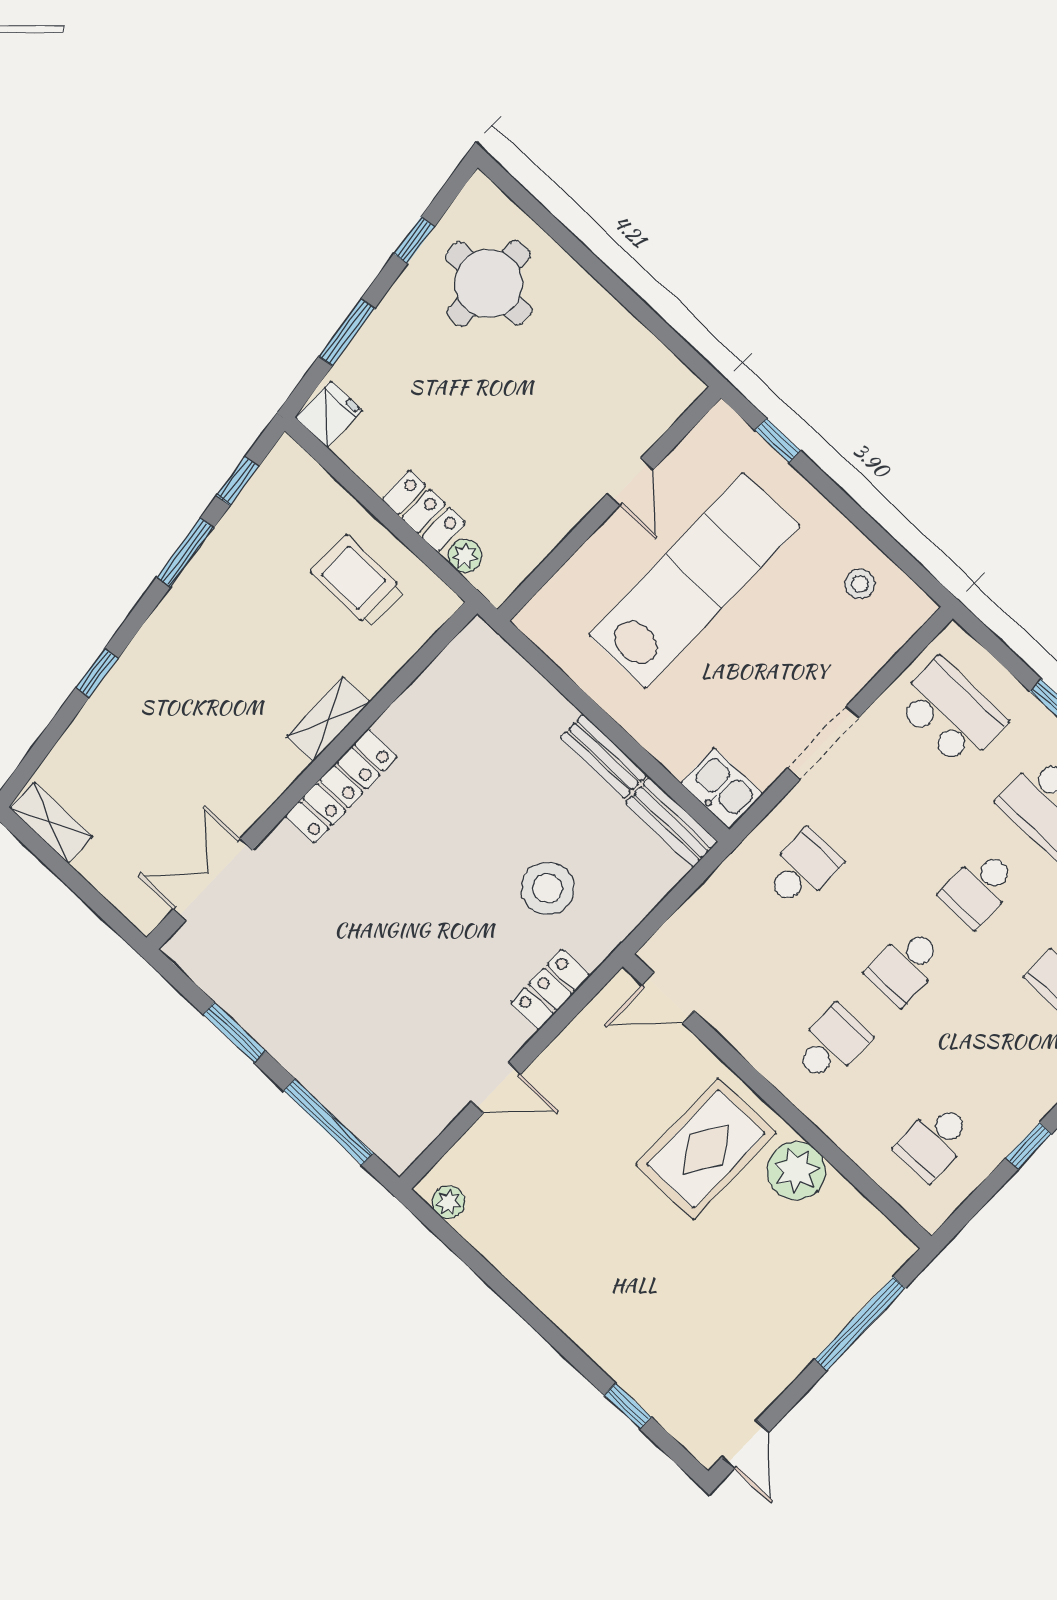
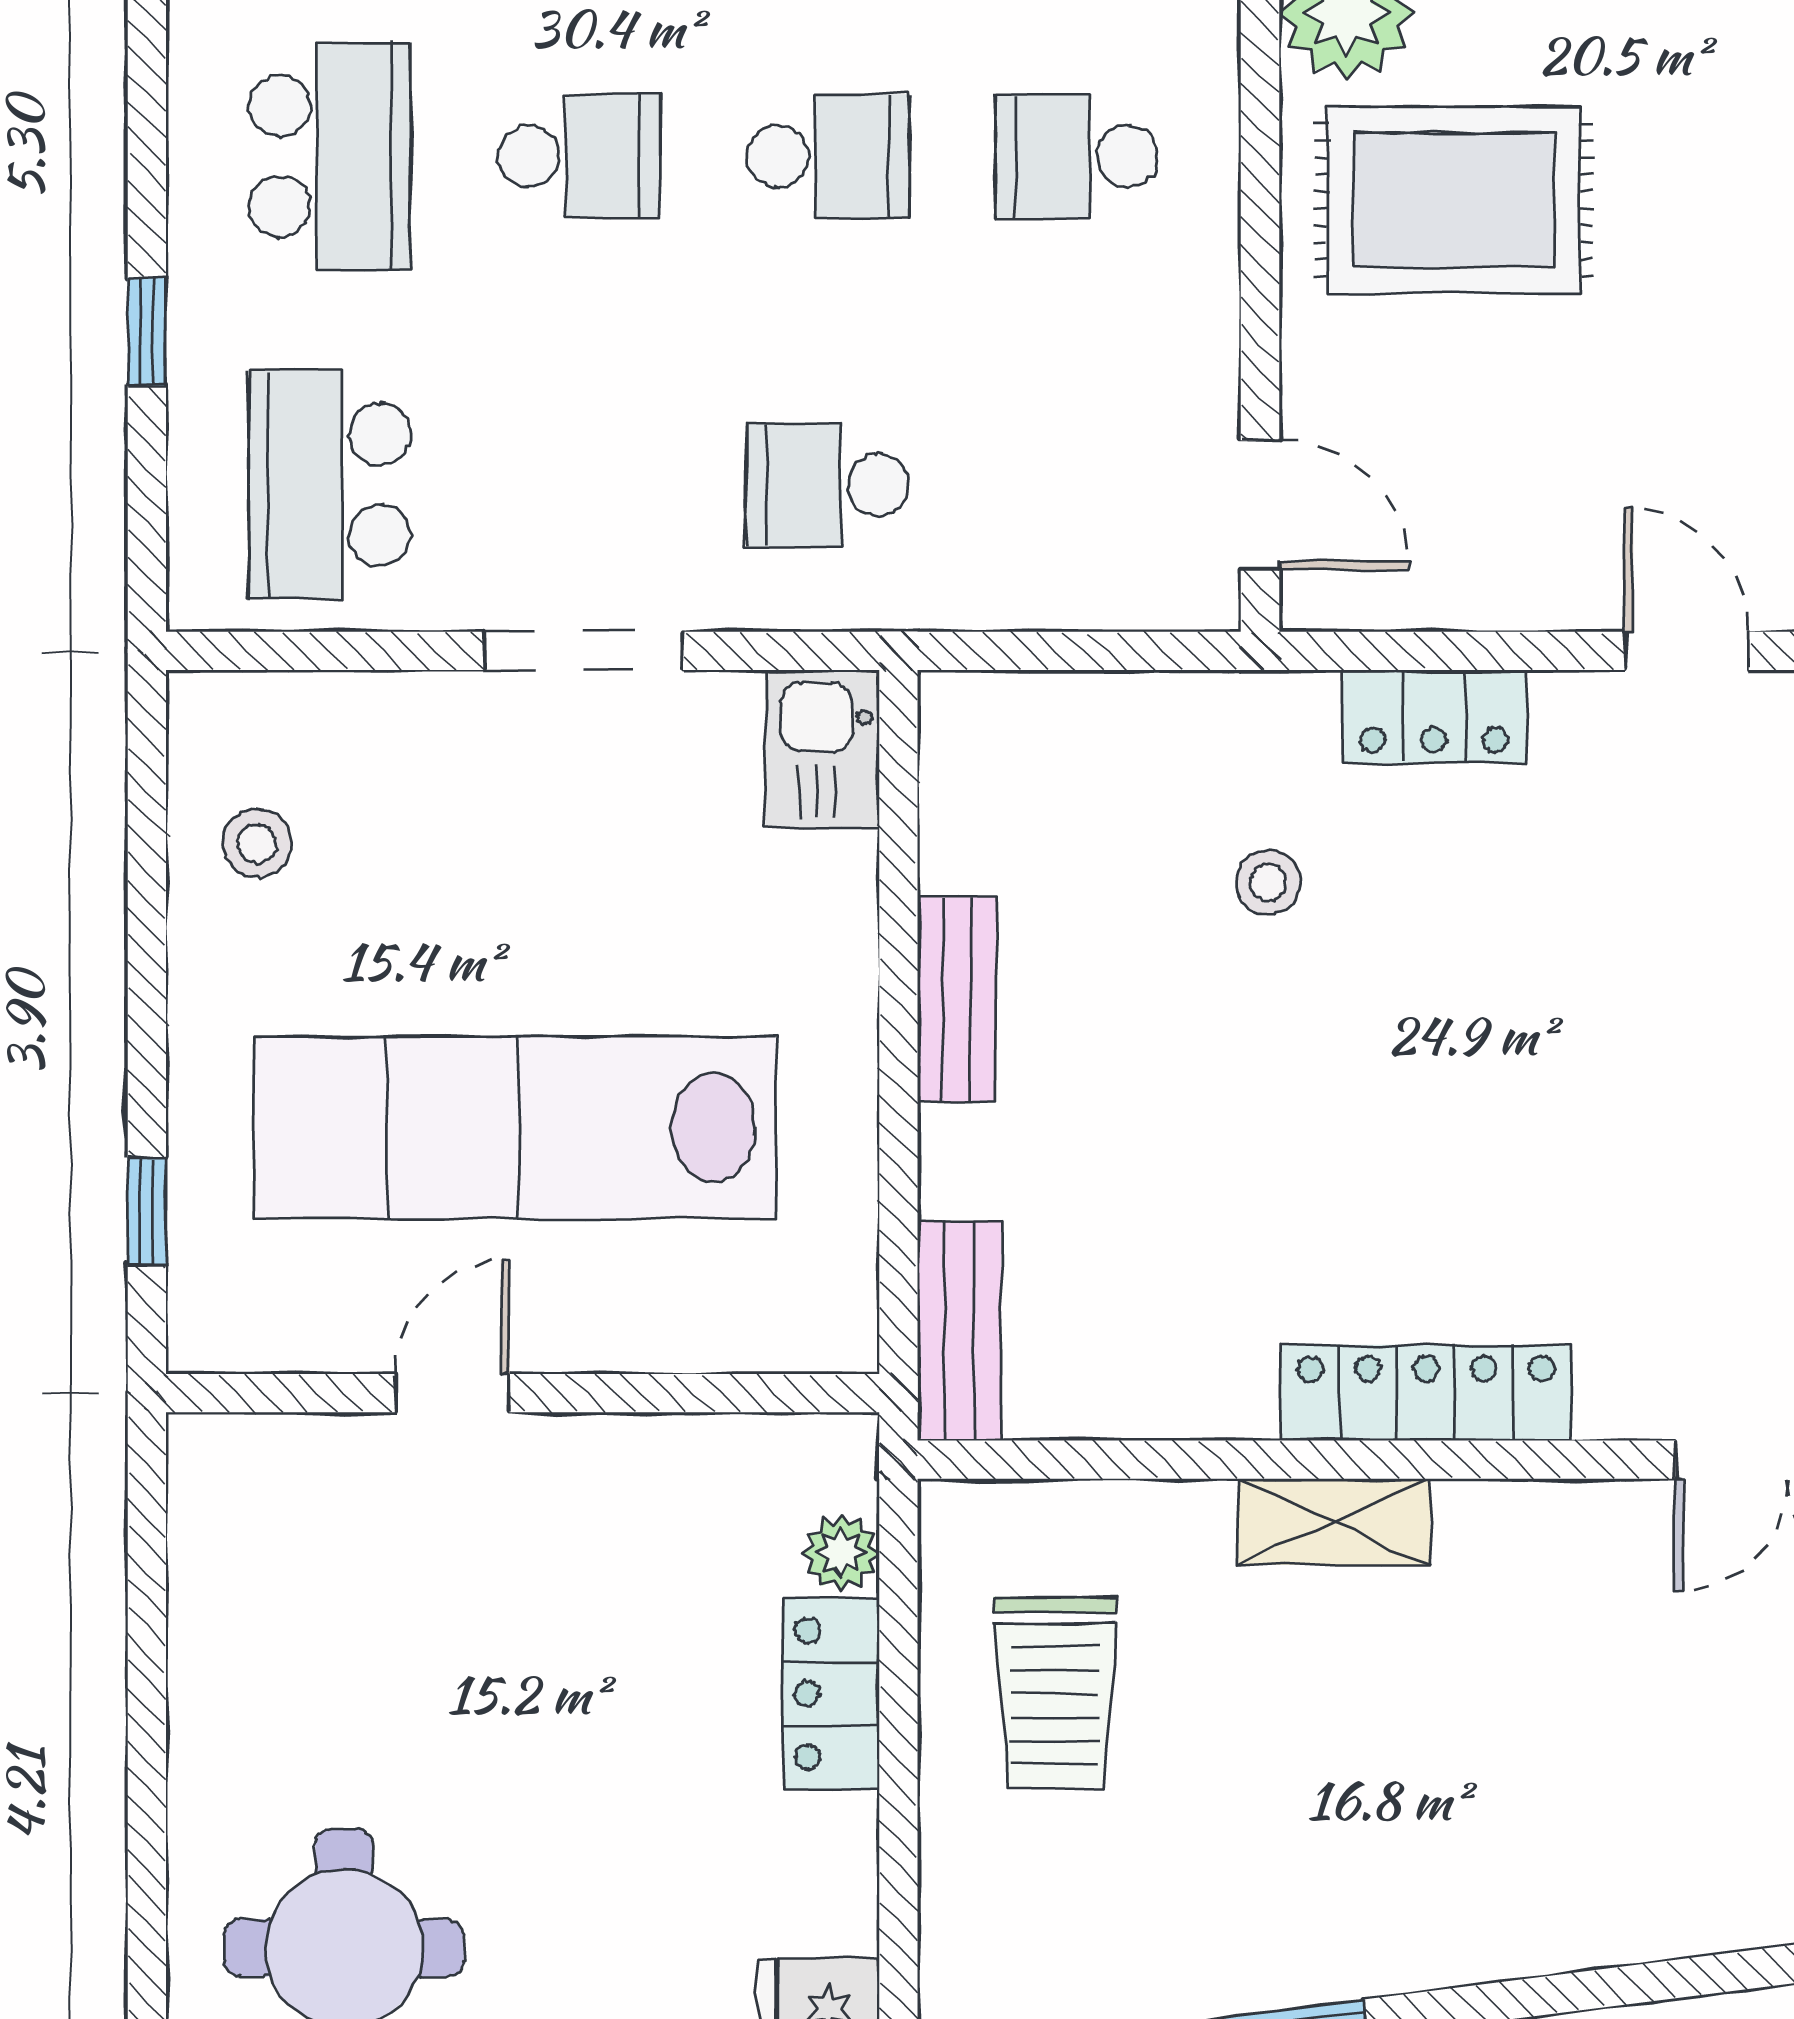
window: (97, 673) -> (1625, 1985), removed
bench: (672, 822) -> (959, 1331), moved
stool: (548, 888) -> (1268, 882), width x0.53, depth x0.53

